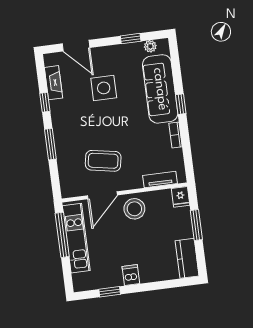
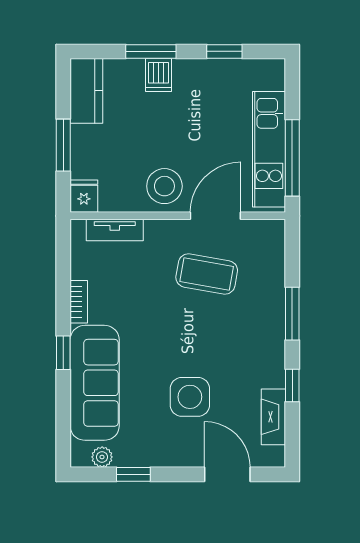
dishwasher: (131, 275) -> (158, 75), moved
window: (152, 286) -> (151, 51), added

